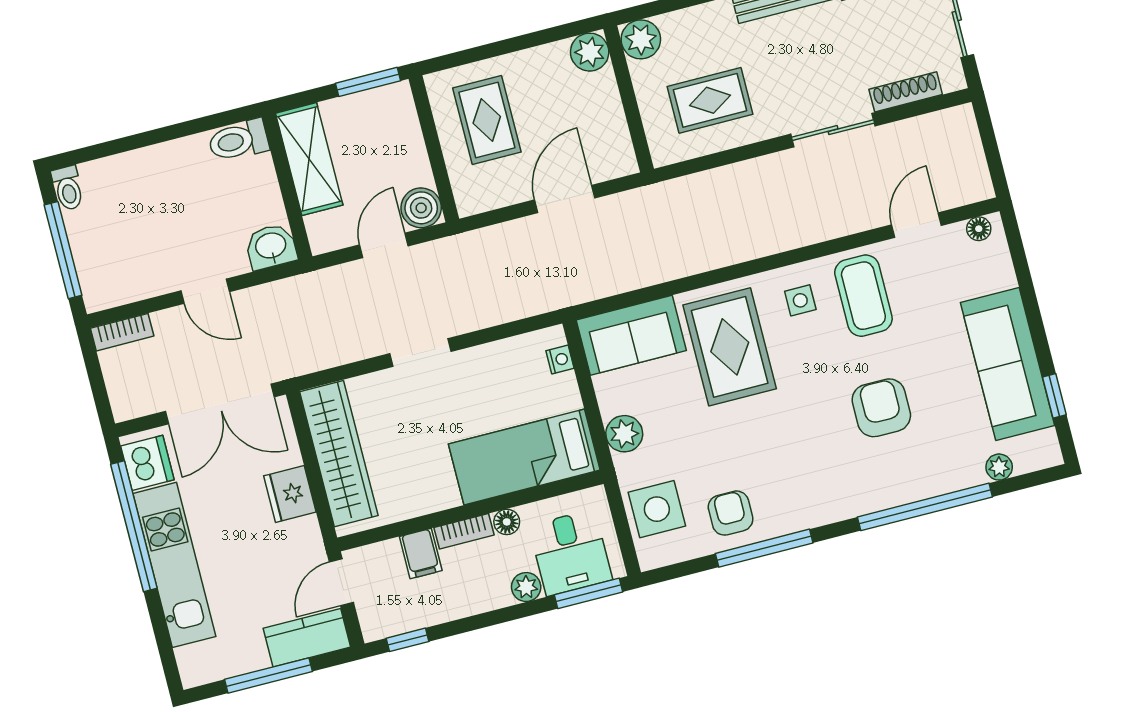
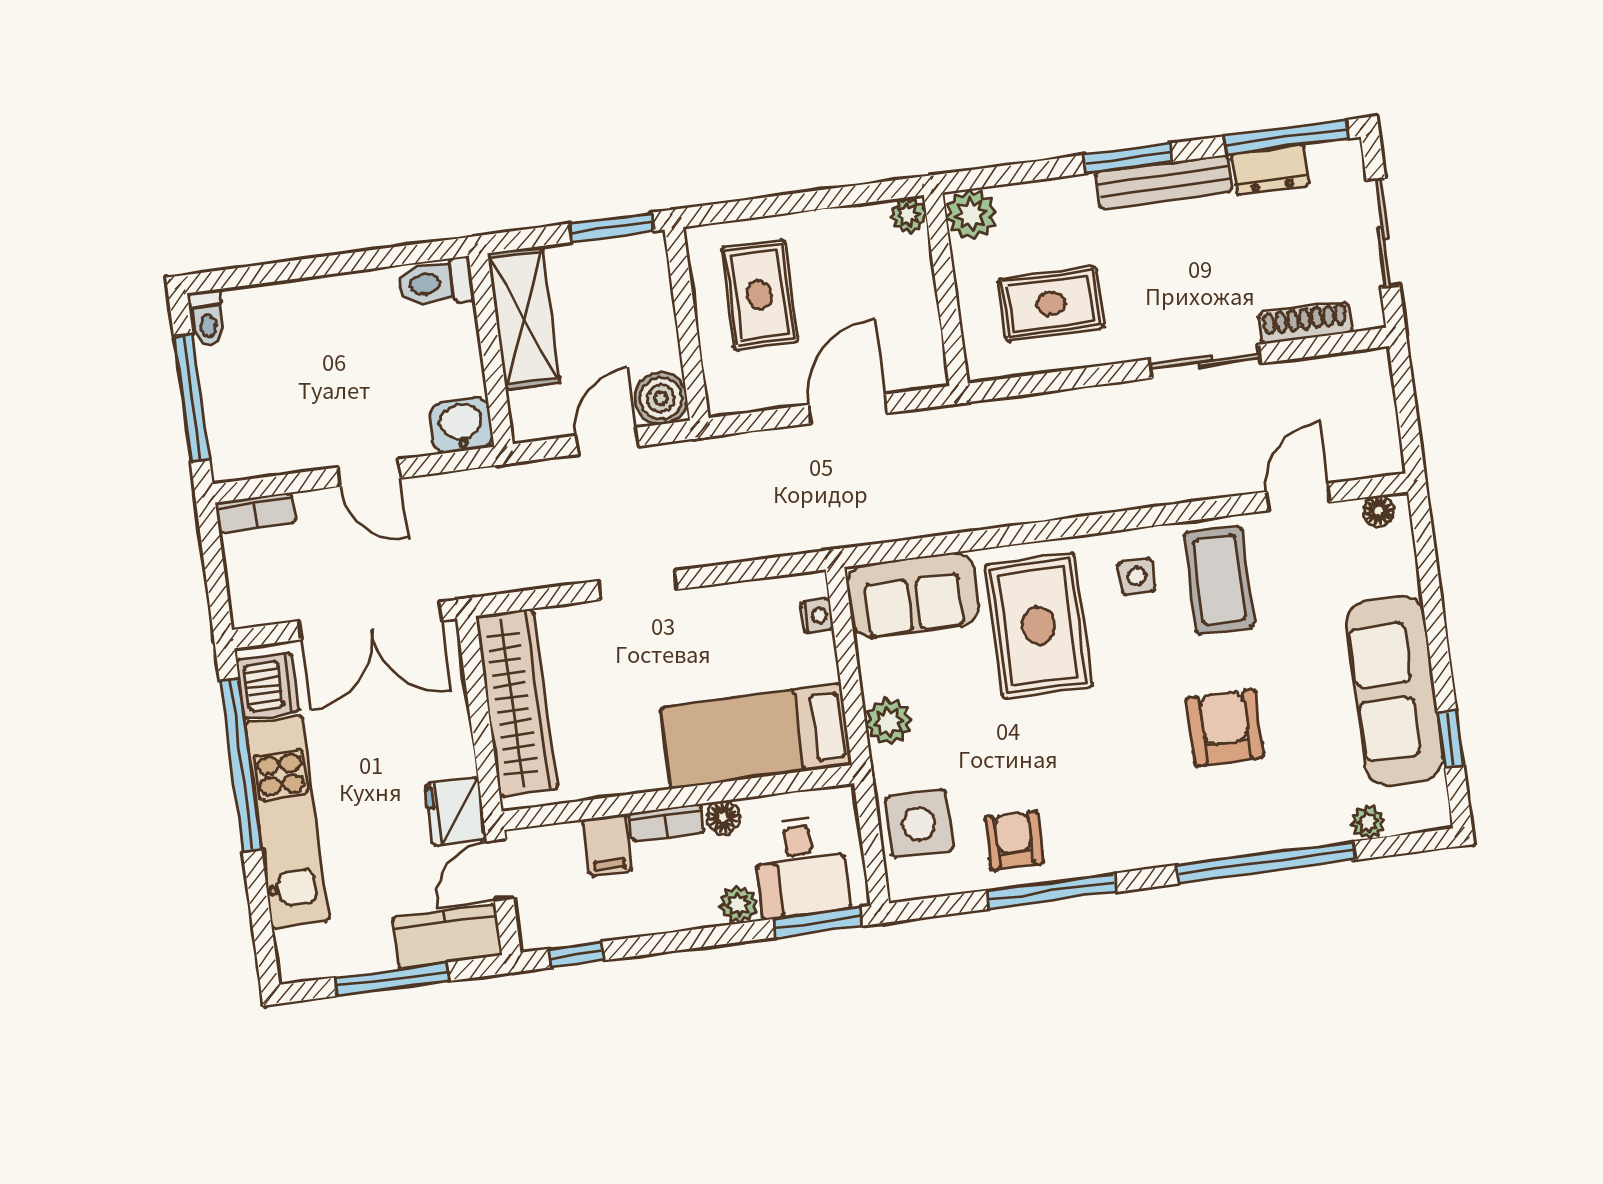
plant: (590, 52) -> (909, 215), width x0.73, depth x0.73
fridge: (290, 494) -> (456, 812), moved

